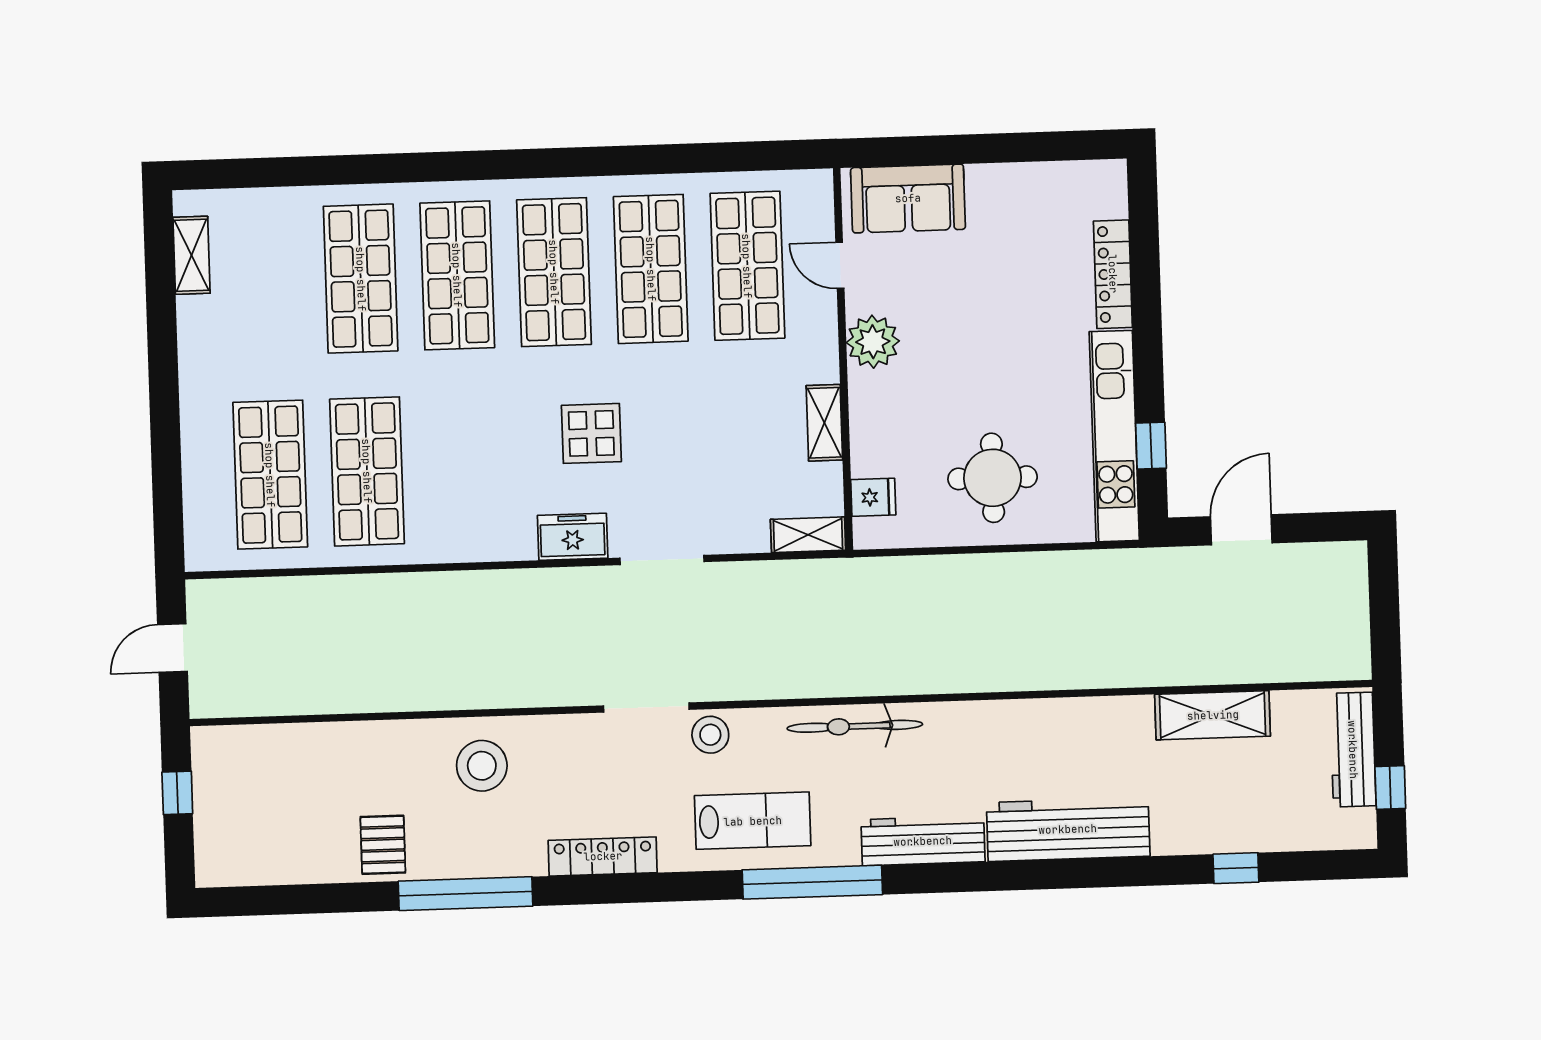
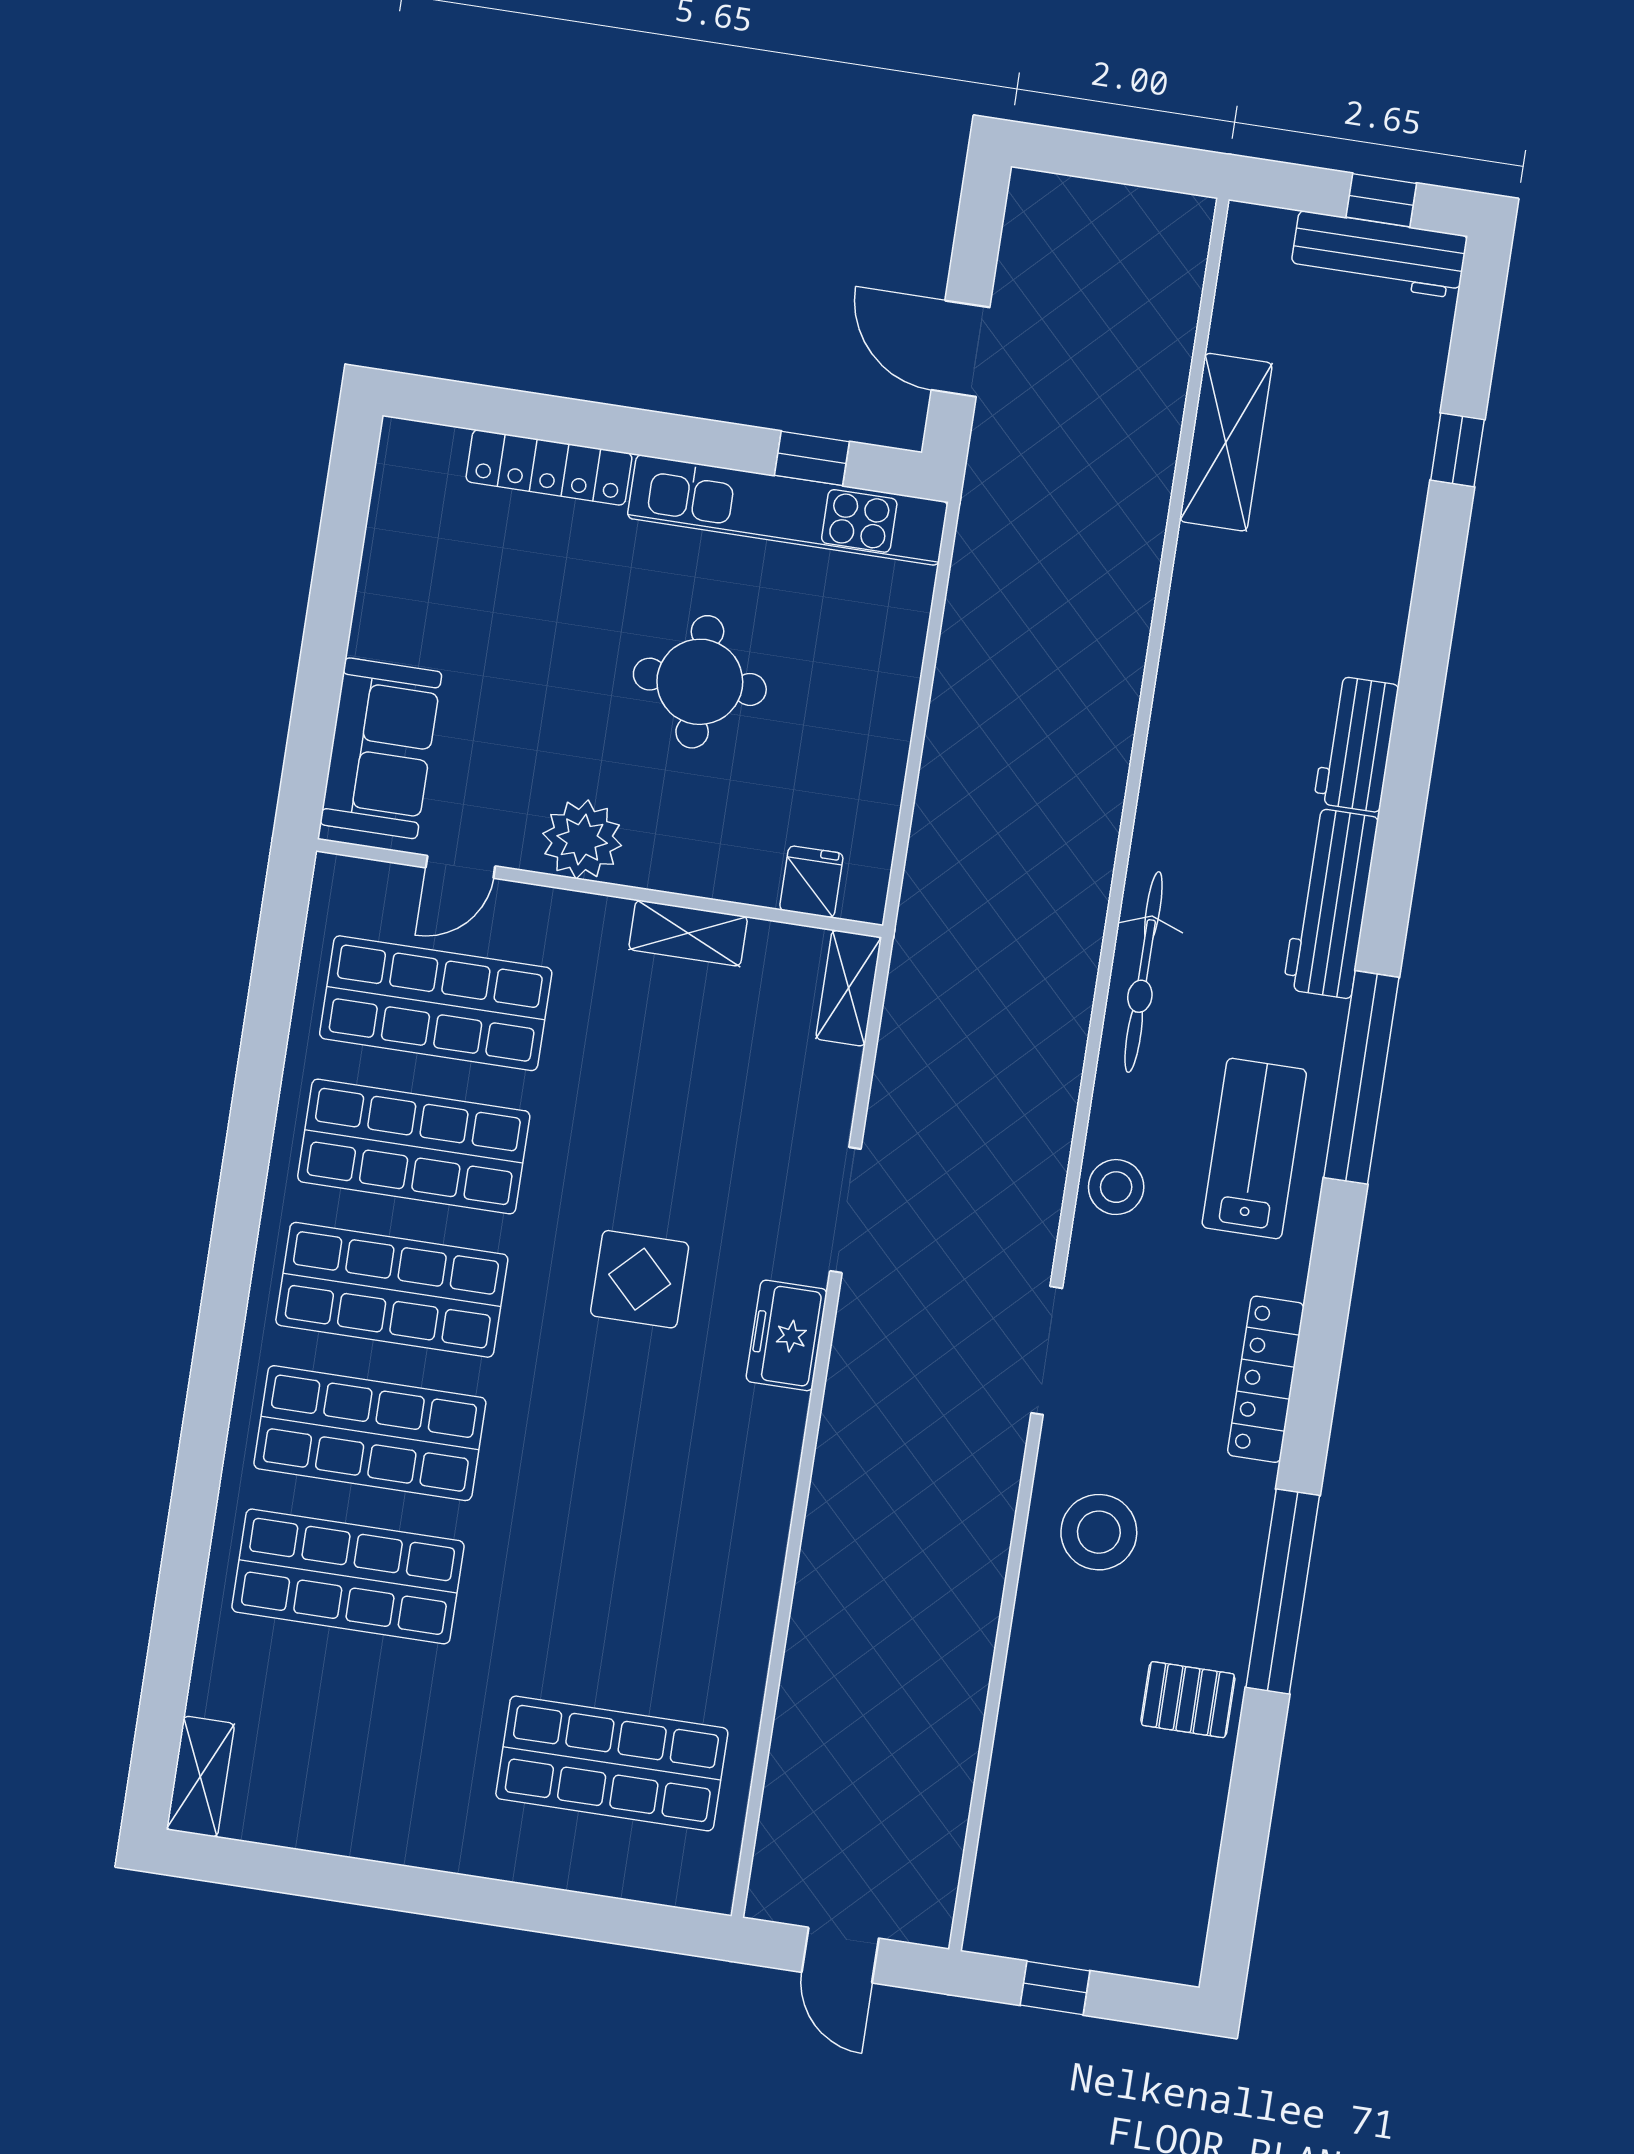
shelving: (192, 255) -> (200, 1777), moved, turned 90
shop shelf: (367, 471) -> (634, 1620), removed
round table: (993, 478) -> (700, 682), moved
doorway: (646, 708) -> (1047, 1351), moved
workbench: (1353, 750) -> (1379, 255), moved
workbench: (1068, 829) -> (1356, 744), width x0.53, depth x0.76

